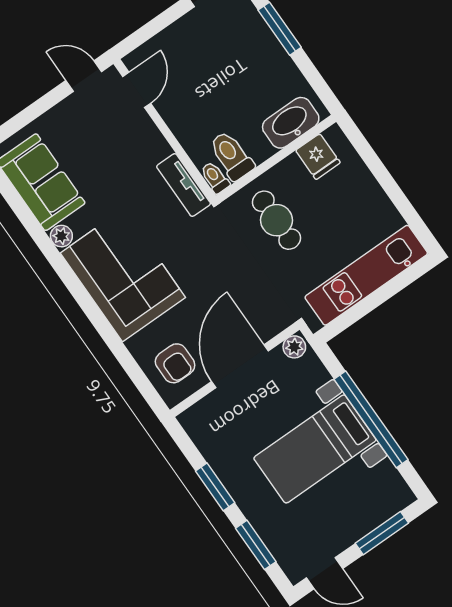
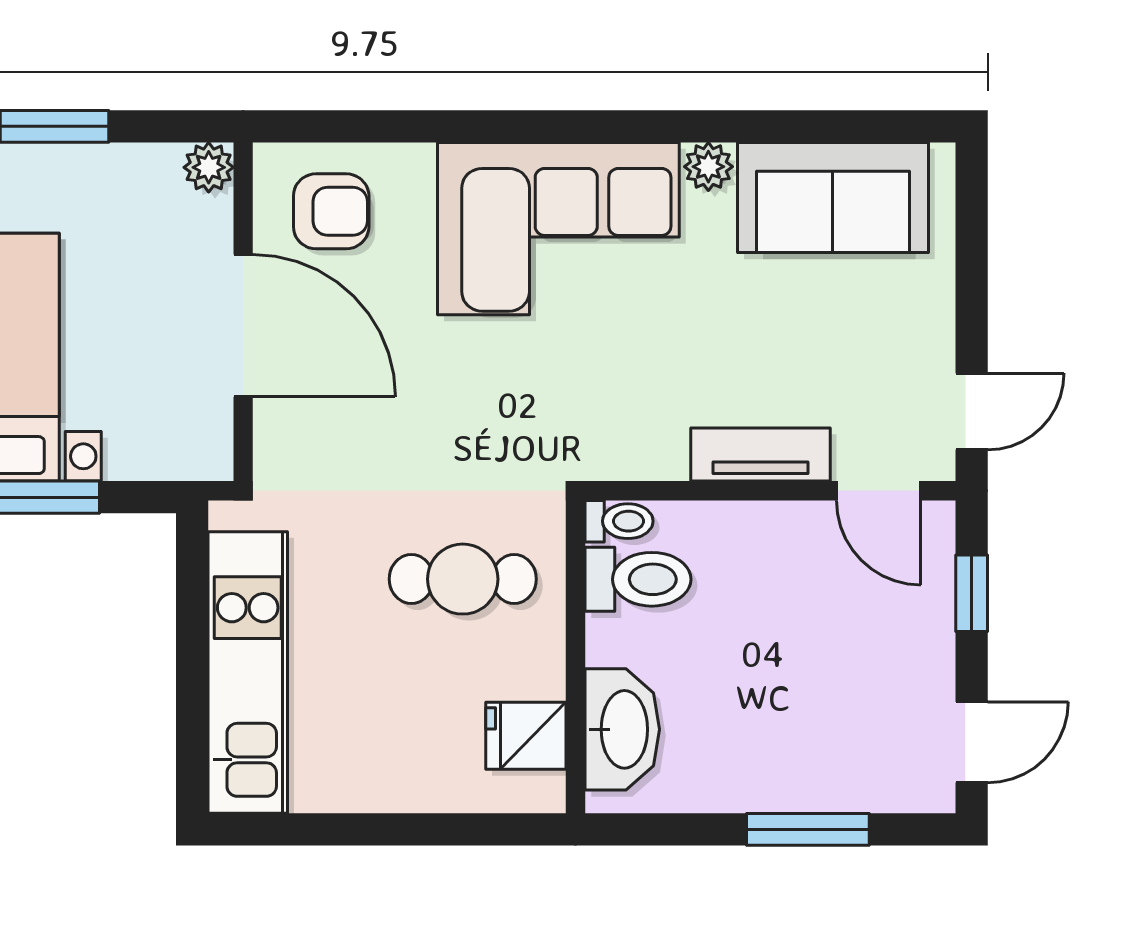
window: (151, 29) -> (972, 593), added
tv unit: (184, 185) -> (760, 455), moved
plant: (294, 347) -> (209, 167), moved
armchair: (175, 363) -> (331, 211), turned 180

